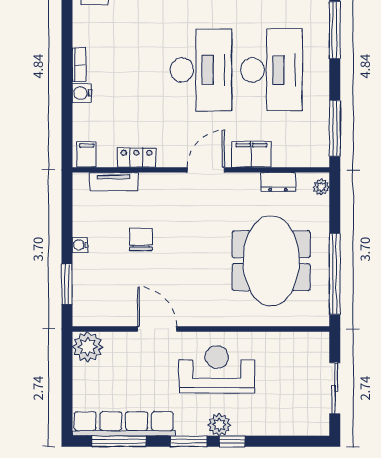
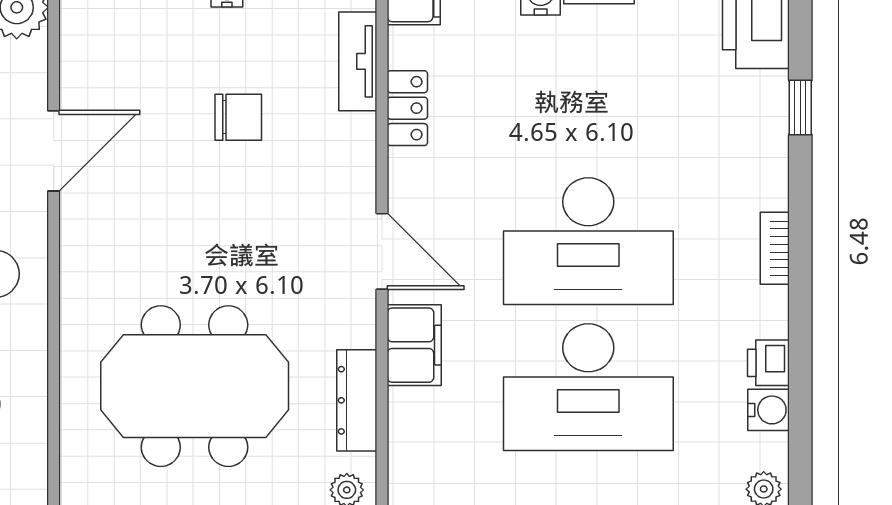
dresser: (278, 182) -> (357, 400), width x1.44

